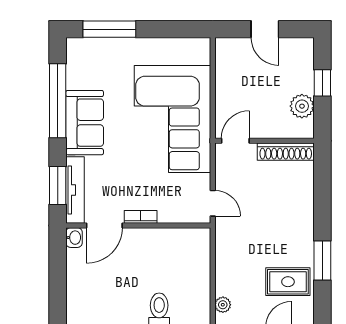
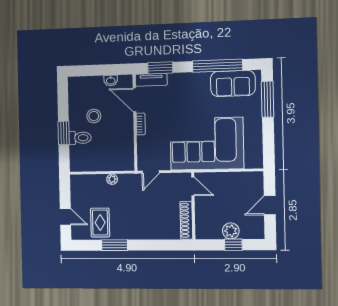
plant: (302, 106) -> (231, 231), moved
sofa: (85, 123) -> (233, 83), moved
tv unit: (75, 190) -> (151, 80), width x0.71
washbasin: (74, 238) -> (111, 81), moved
stool: (127, 288) -> (94, 116), added
plant: (223, 305) -> (112, 179), moved

